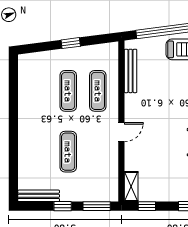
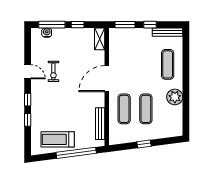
plant: (29, 107) -> (175, 97), added
door: (121, 132) -> (107, 79), width x1.87
exercise mat: (68, 152) -> (168, 64), moved
window: (147, 206) -> (78, 25), moved

